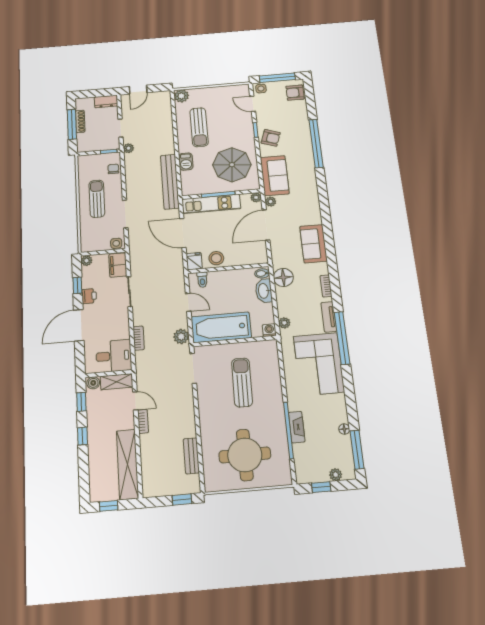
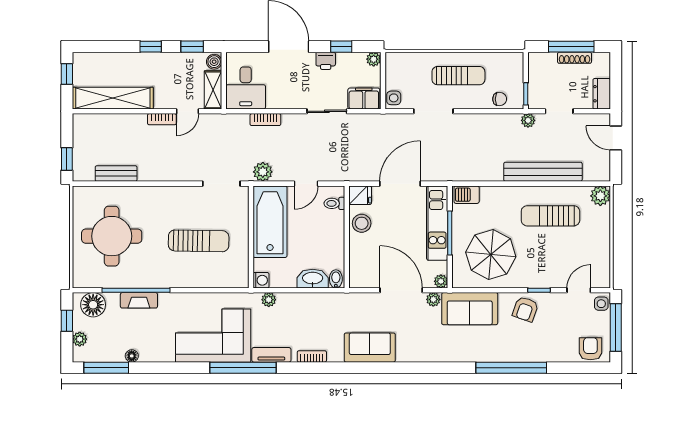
barbecue: (186, 162) -> (467, 195), moved
bench: (170, 182) -> (543, 172), moved
floor lamp: (283, 277) -> (93, 305), moved

